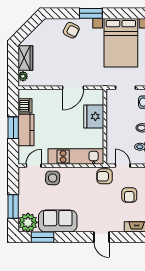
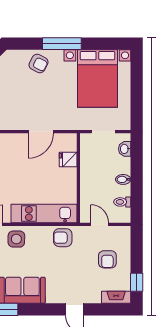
window: (91, 13) -> (62, 44), width x1.44
fridge: (94, 116) -> (68, 159), width x0.53, depth x0.75
armchair: (105, 176) -> (63, 238), moved

